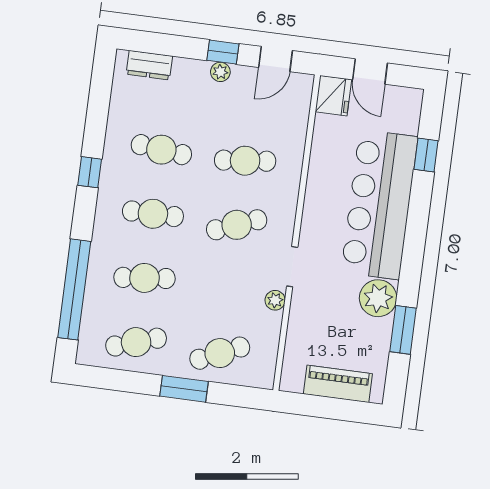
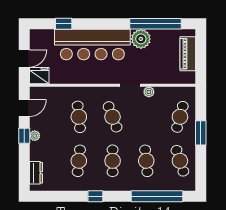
door: (276, 59) -> (24, 108), hinge flipped
window: (403, 330) -> (155, 24), width x2.11
cafe table: (220, 353) -> (180, 117), turned 39

